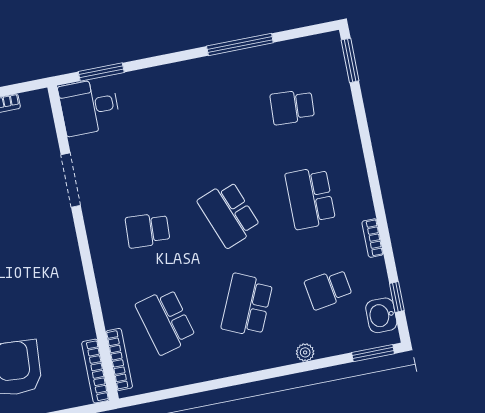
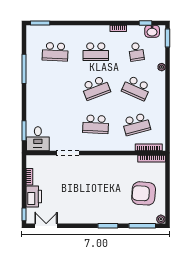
school desk: (292, 107) -> (55, 52), width x1.85
school desk: (148, 230) -> (96, 124), width x1.85

